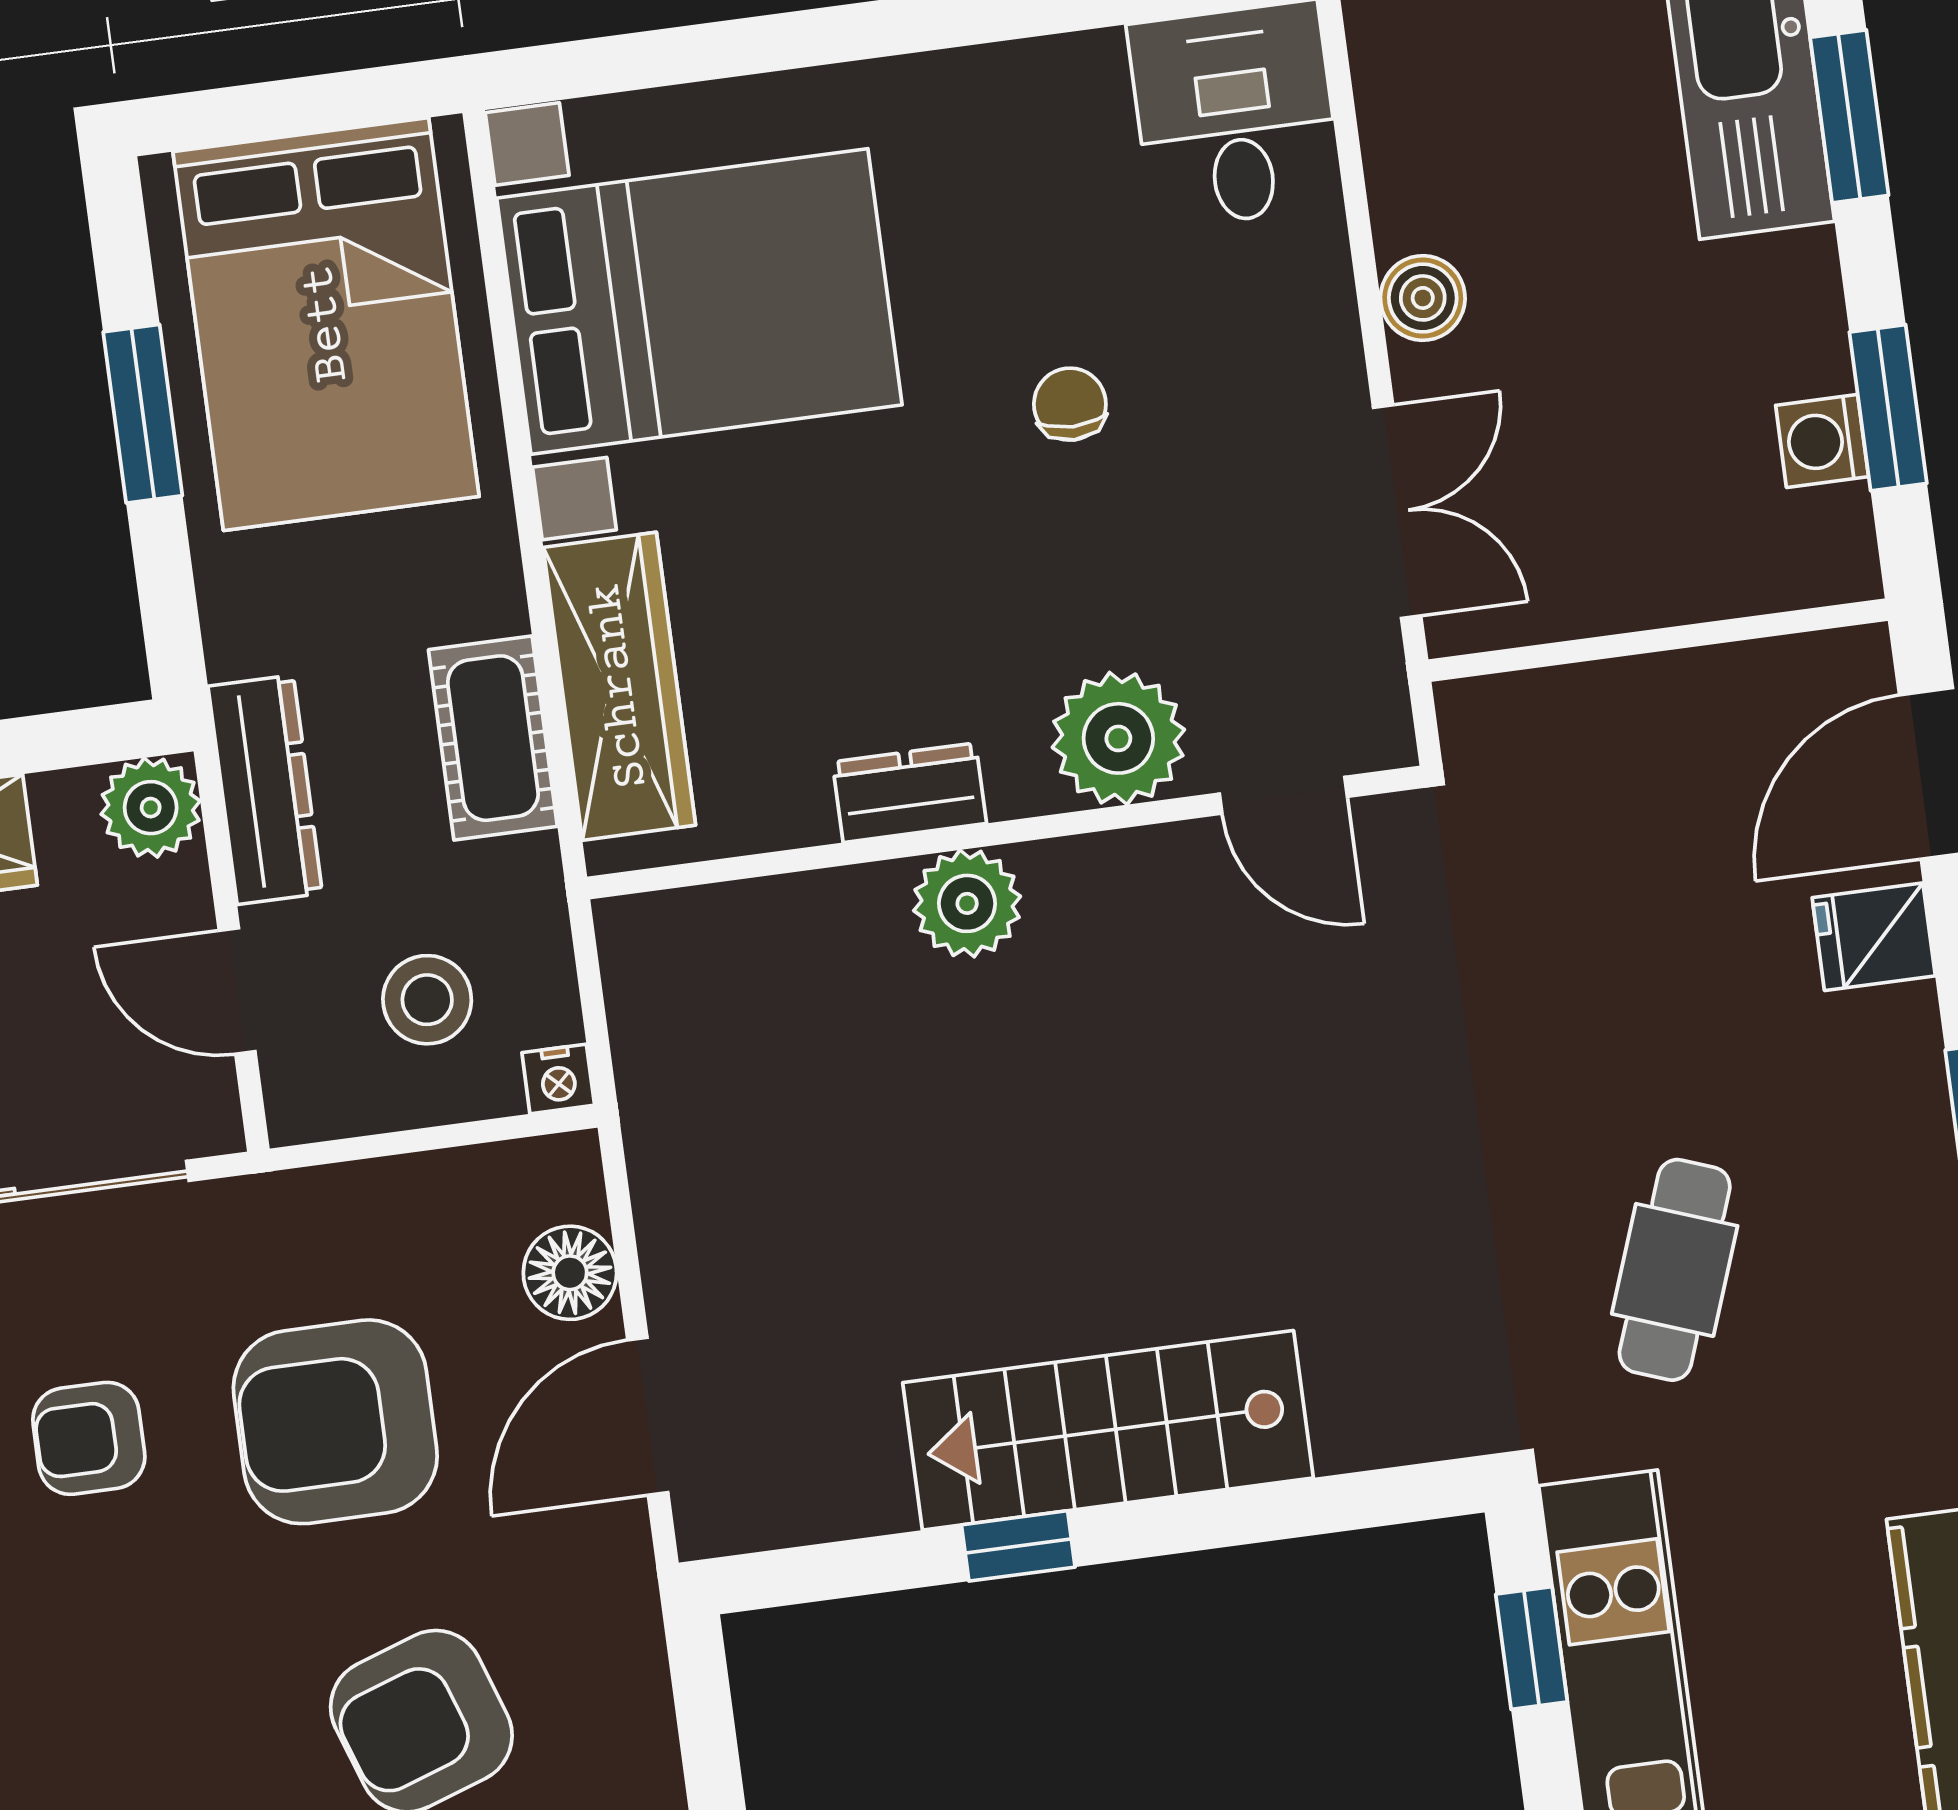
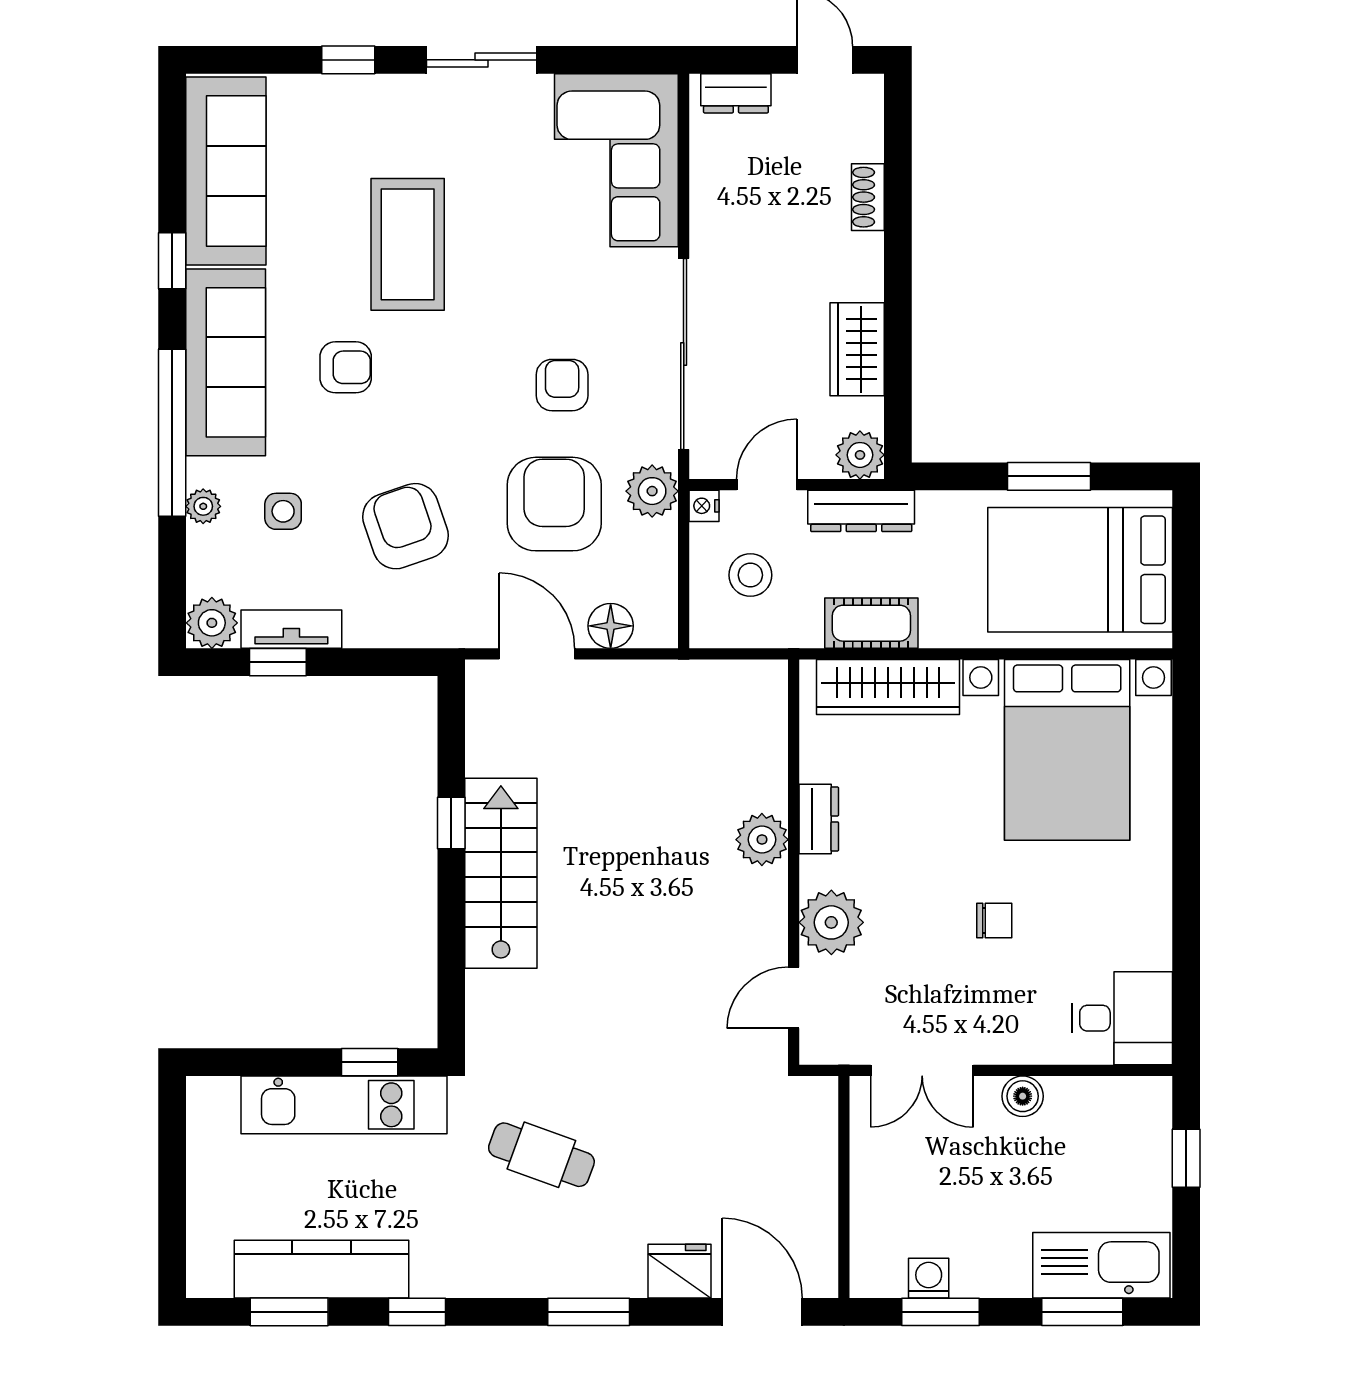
fridge: (1874, 937) -> (679, 1271), width x1.38
nightstand: (558, 1079) -> (704, 506), moved
plant: (282, 1224) -> (652, 491), added

